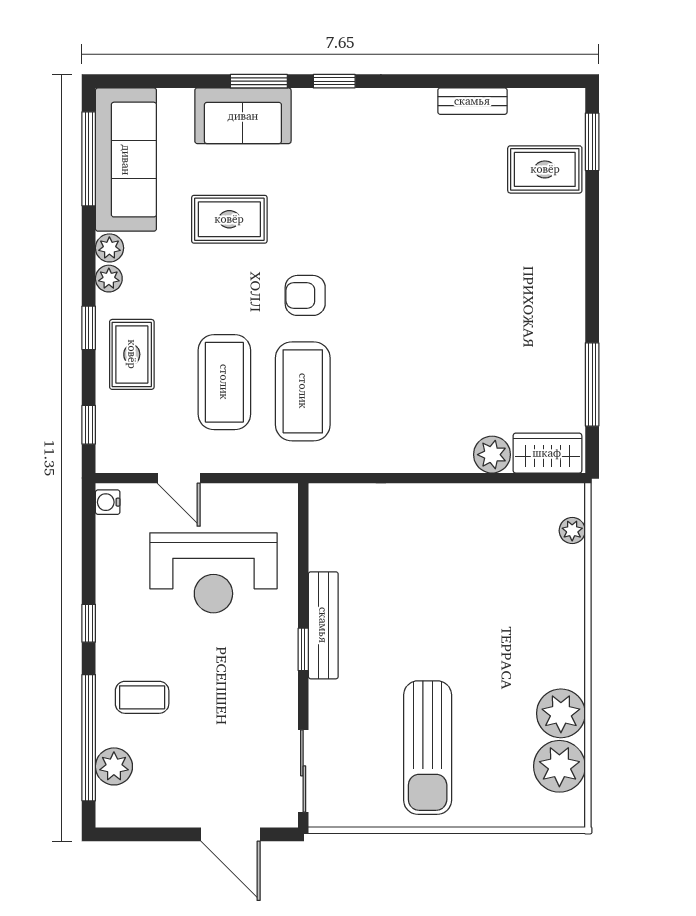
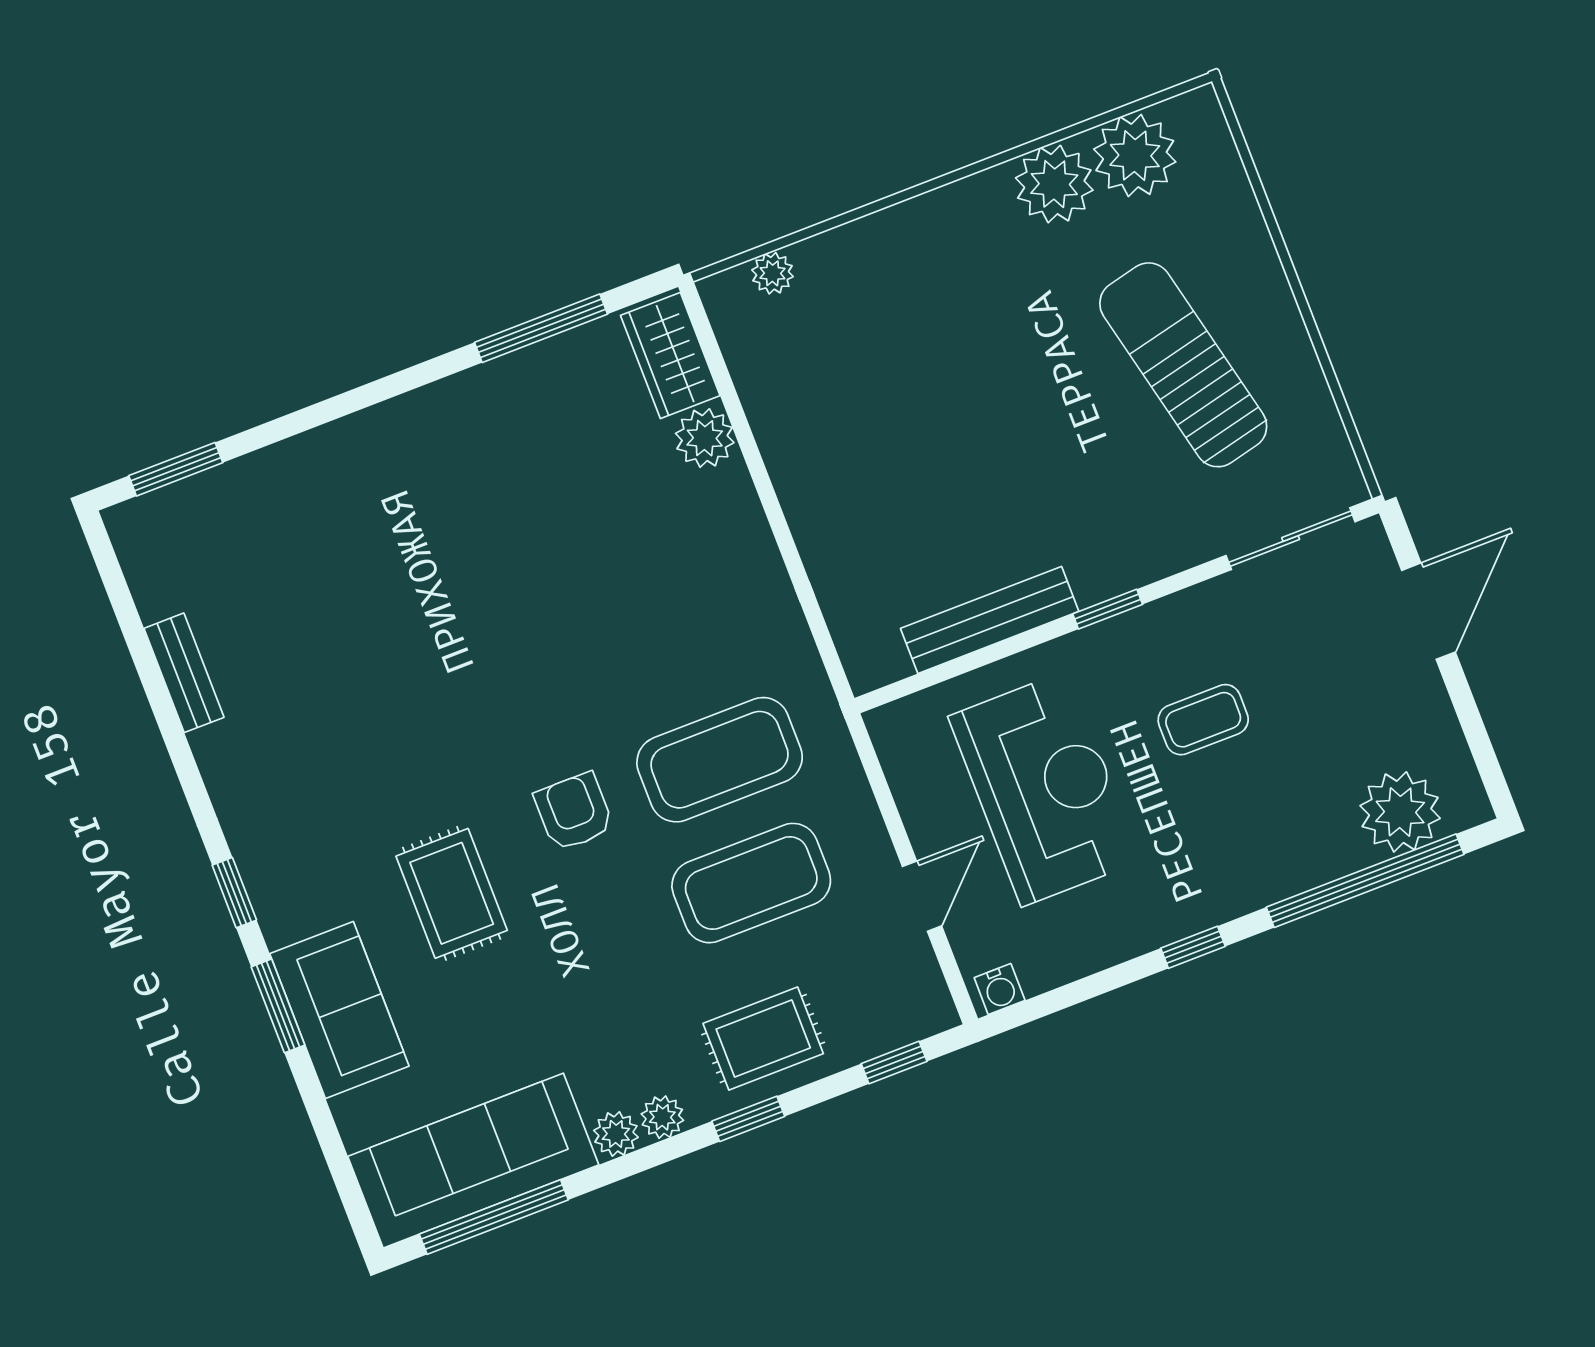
rug: (545, 169) -> (245, 524), removed
rug: (229, 219) -> (452, 893), moved
armchair: (305, 295) -> (574, 812), turned 180
bench: (323, 625) -> (990, 620), moved
coffee table: (142, 697) -> (1203, 720), moved, turned 90
sun lounger: (428, 748) -> (1183, 365), turned -103
plant: (114, 766) -> (1400, 812), width x1.36, depth x1.36

